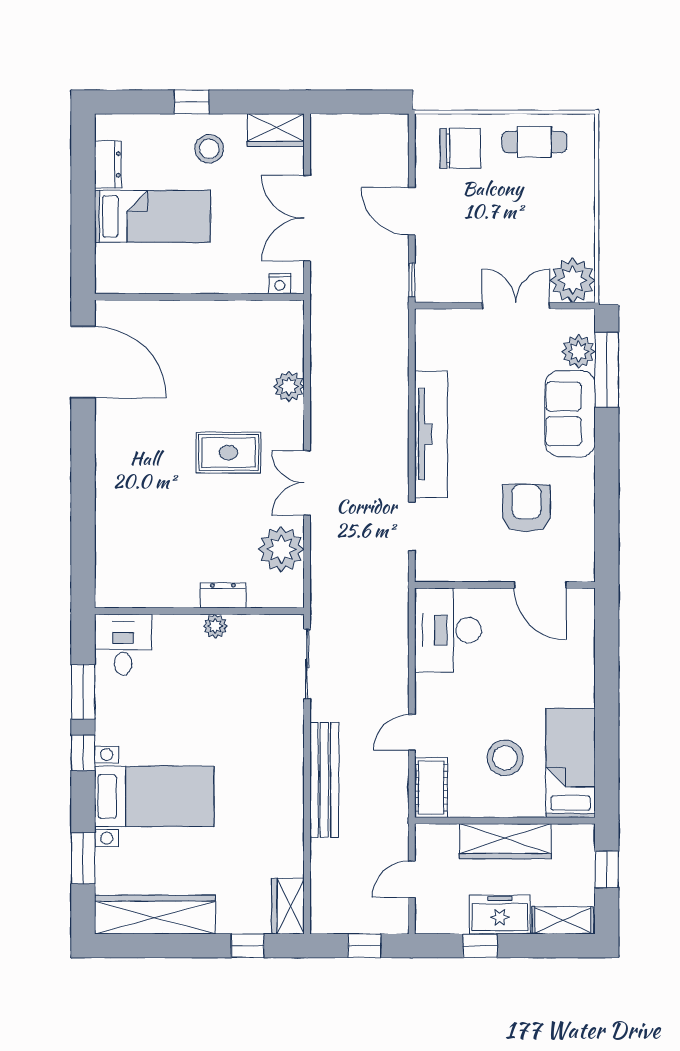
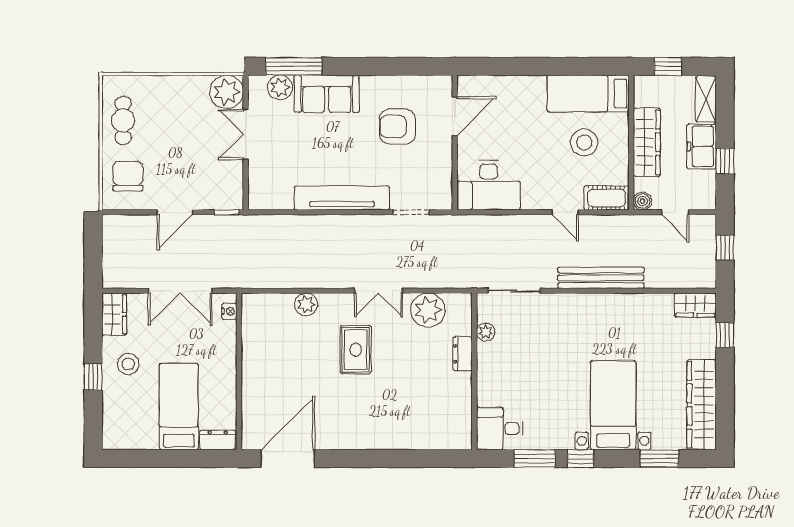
dresser: (108, 164) -> (218, 440), moved
plant: (215, 626) -> (486, 332), moved
boiler: (427, 836) -> (643, 201), added

